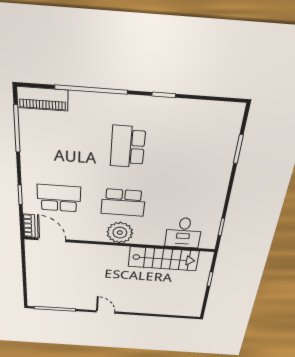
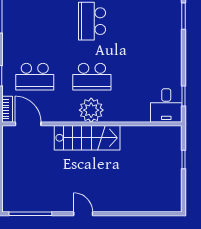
school desk: (59, 198) -> (35, 77), turned 180
desk: (183, 233) -> (166, 105), moved
stairs: (164, 259) -> (87, 138), moved

